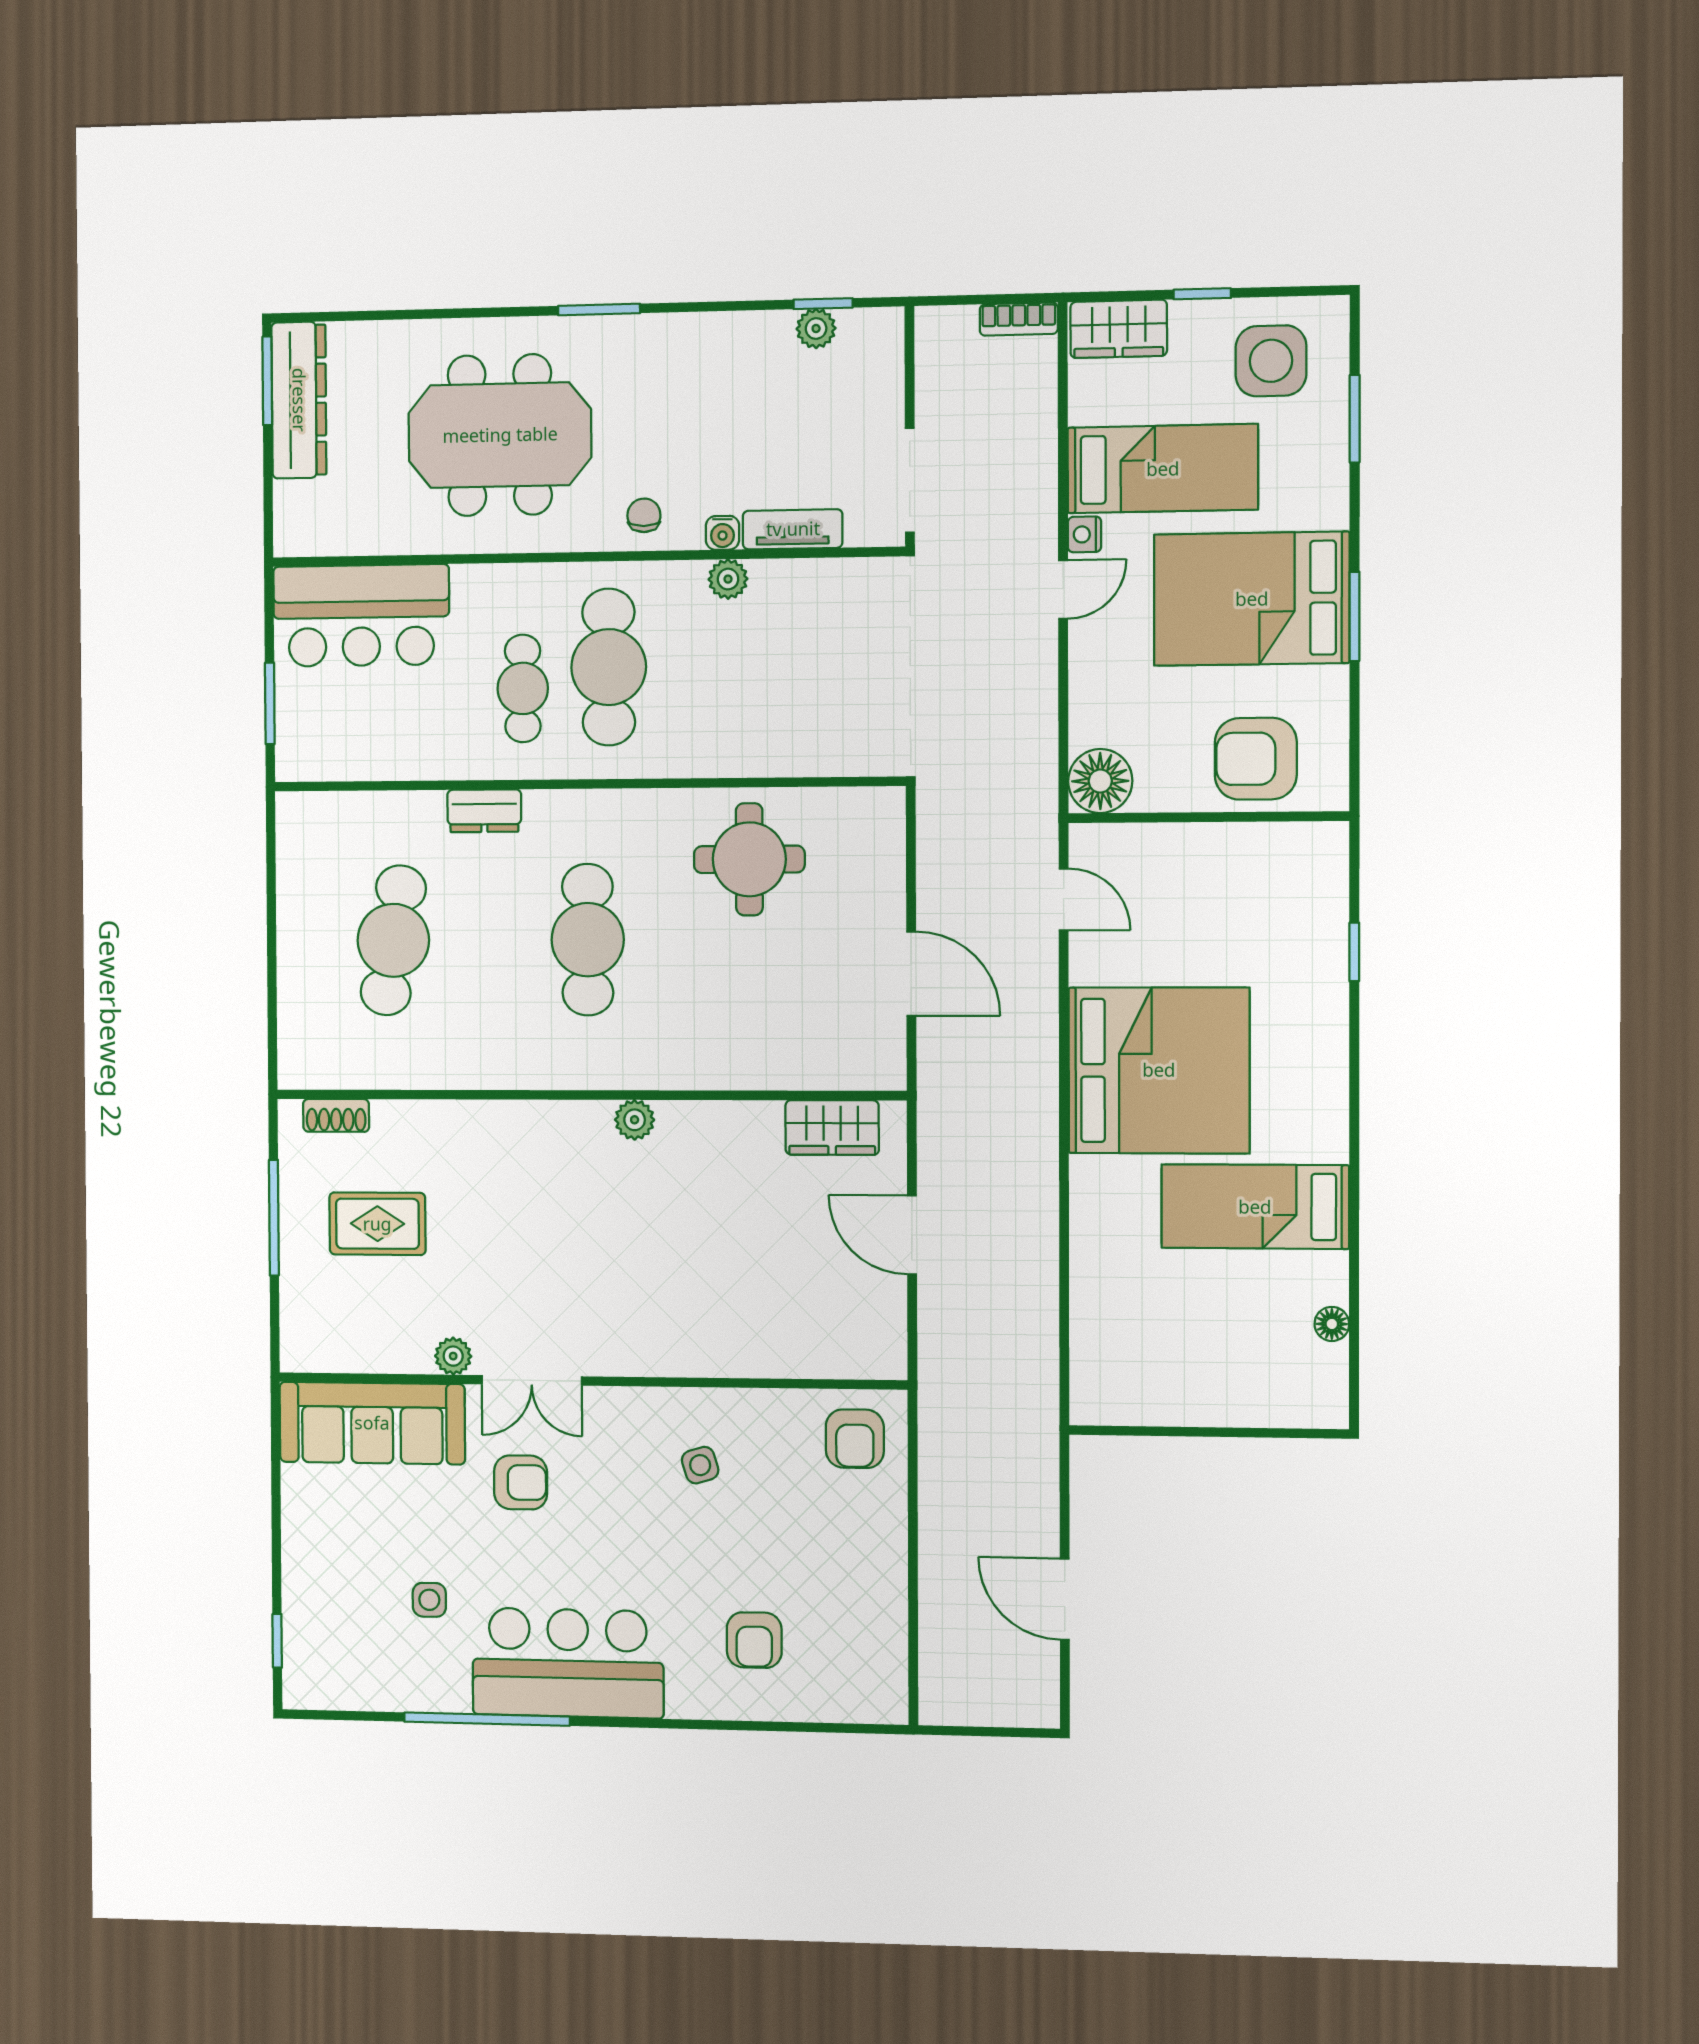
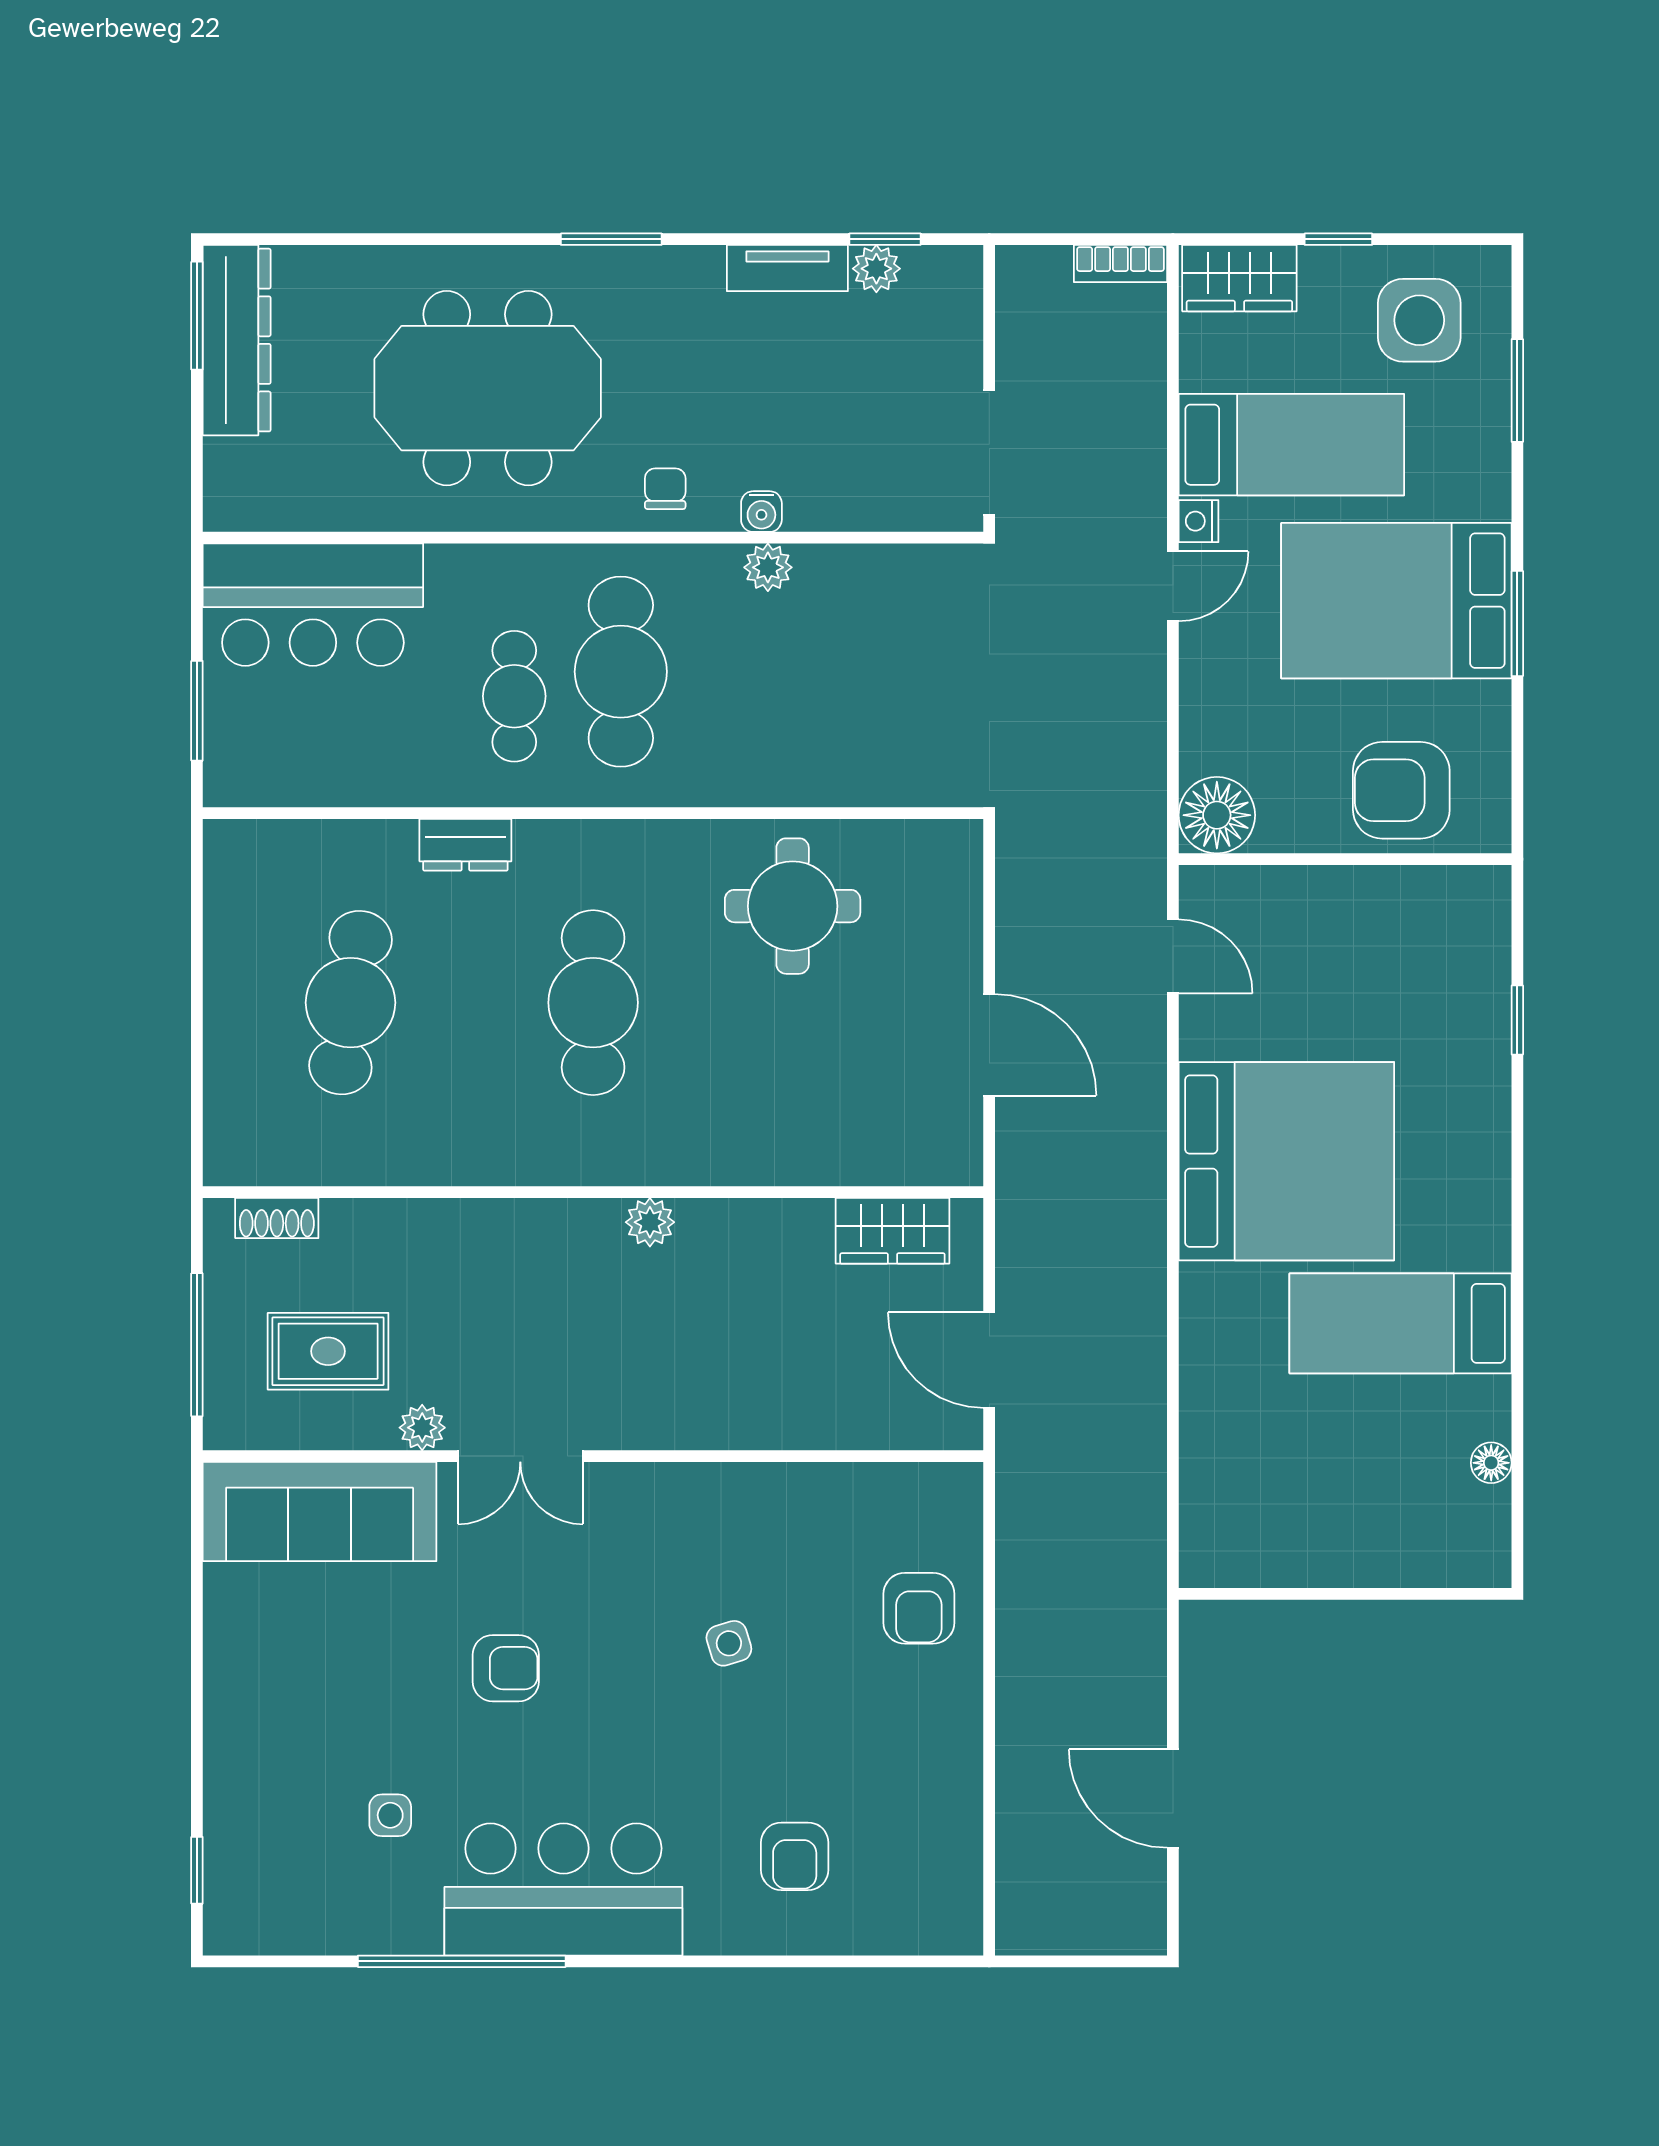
tv unit: (793, 529) -> (787, 268), moved, turned 180
plant: (453, 1356) -> (422, 1428), moved
double door: (532, 1380) -> (520, 1456), moved
wall: (590, 1381) -> (593, 1456), moved
sofa: (372, 1423) -> (320, 1512), moved

